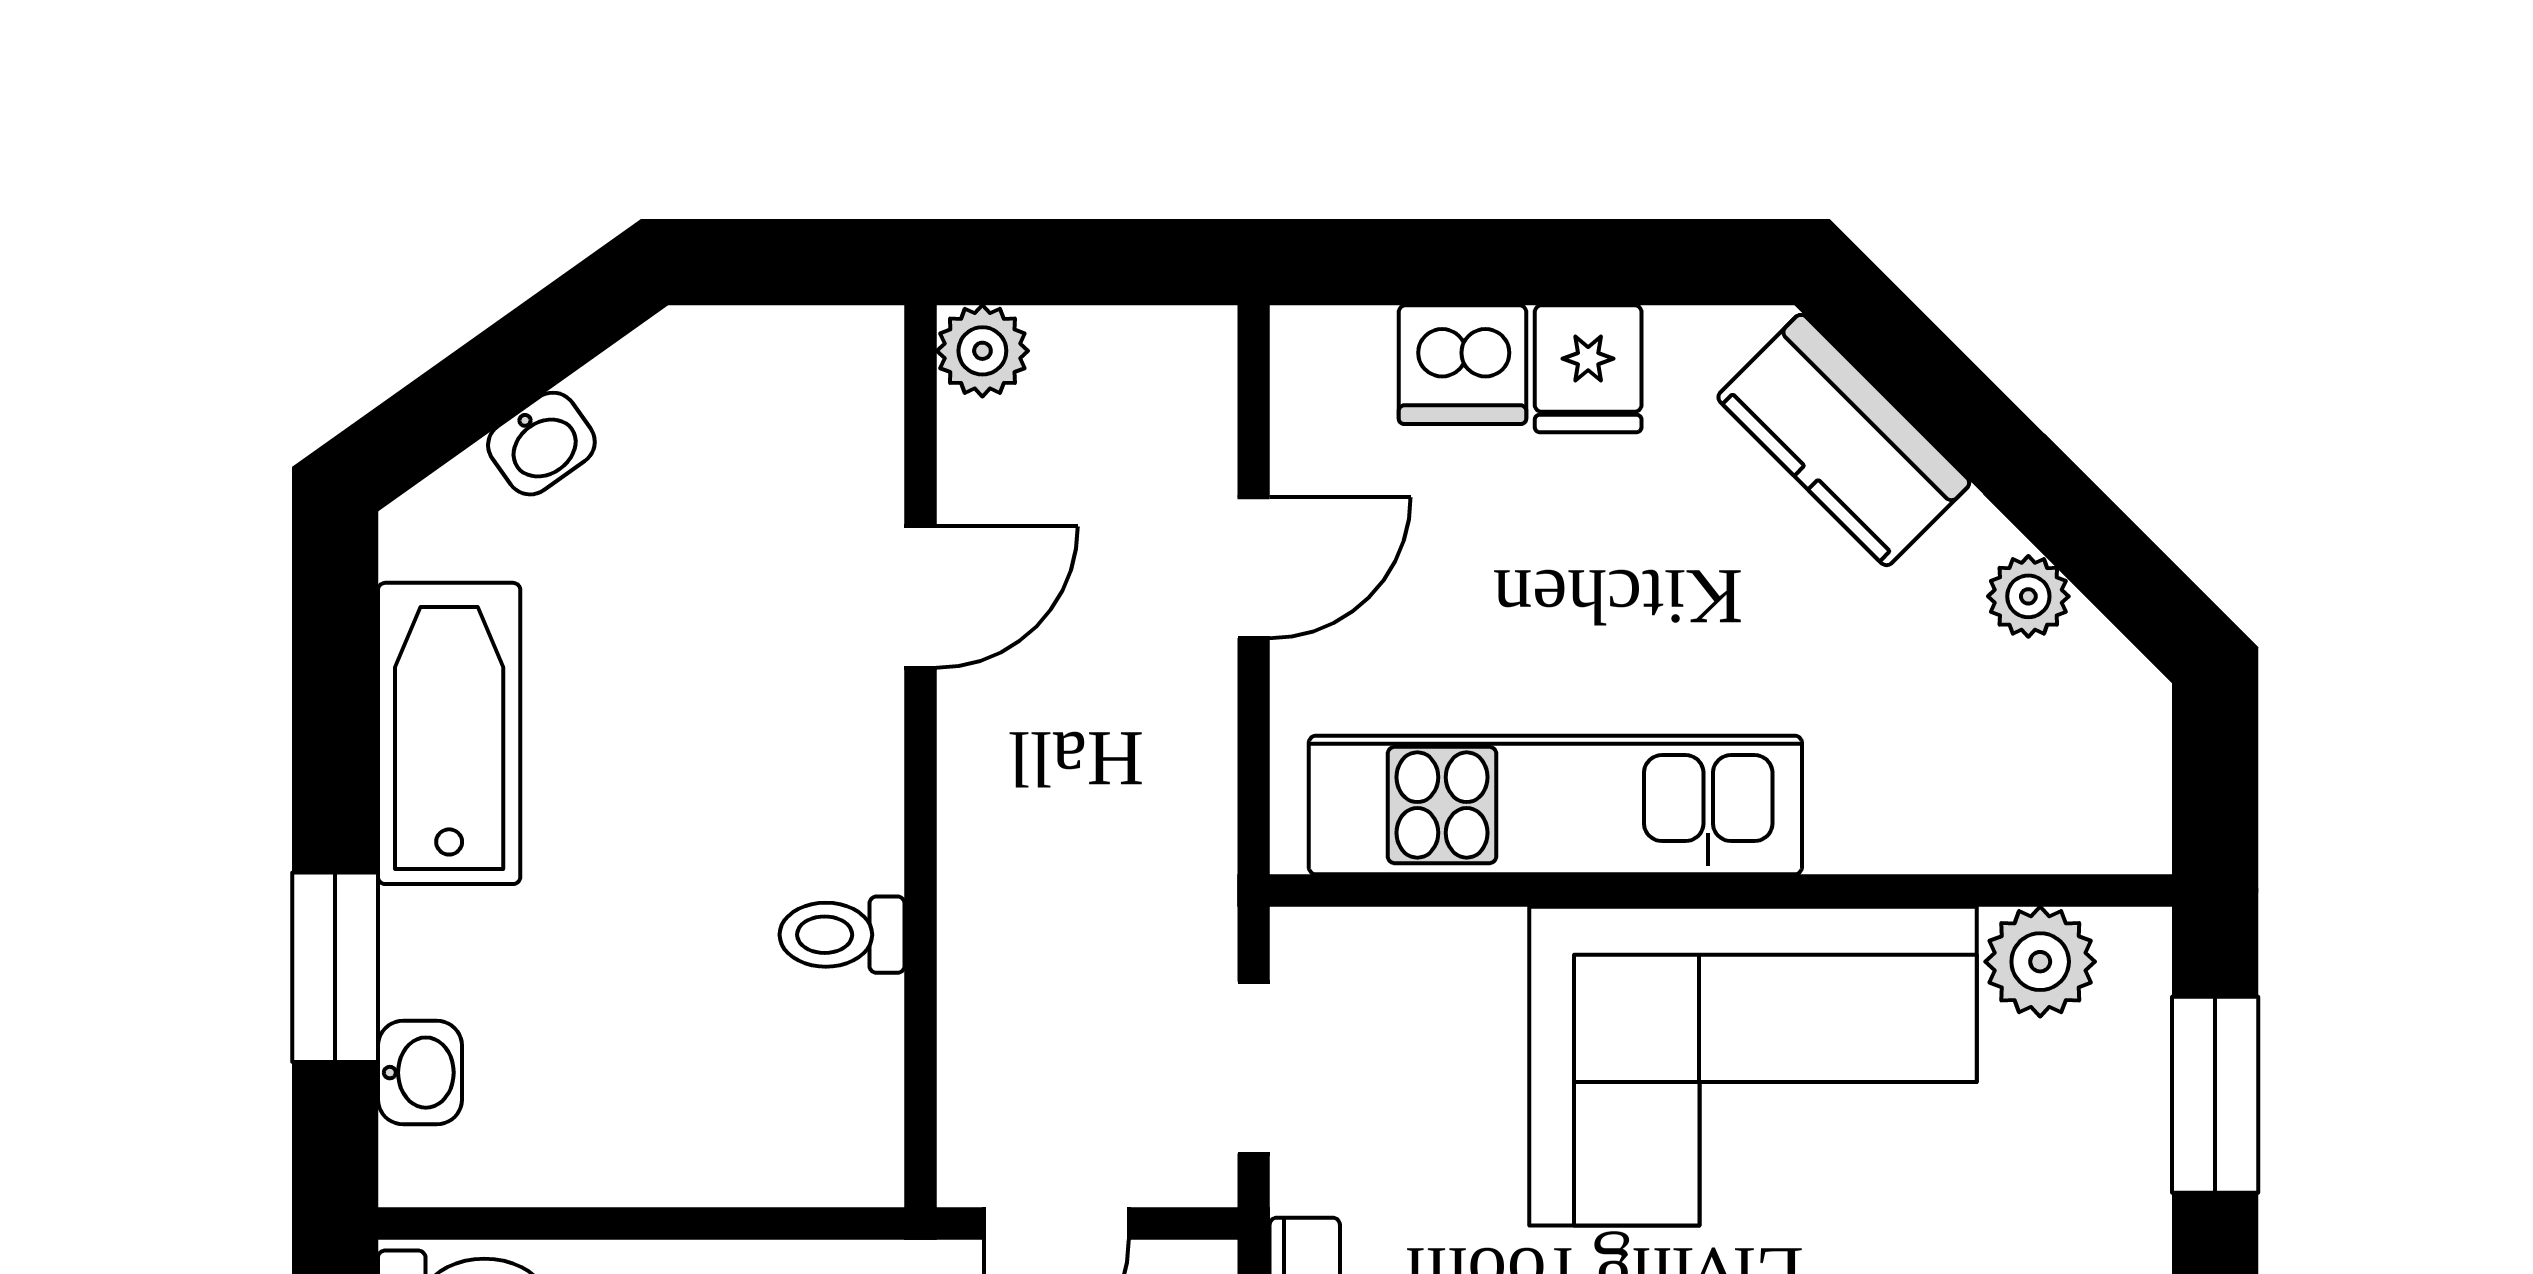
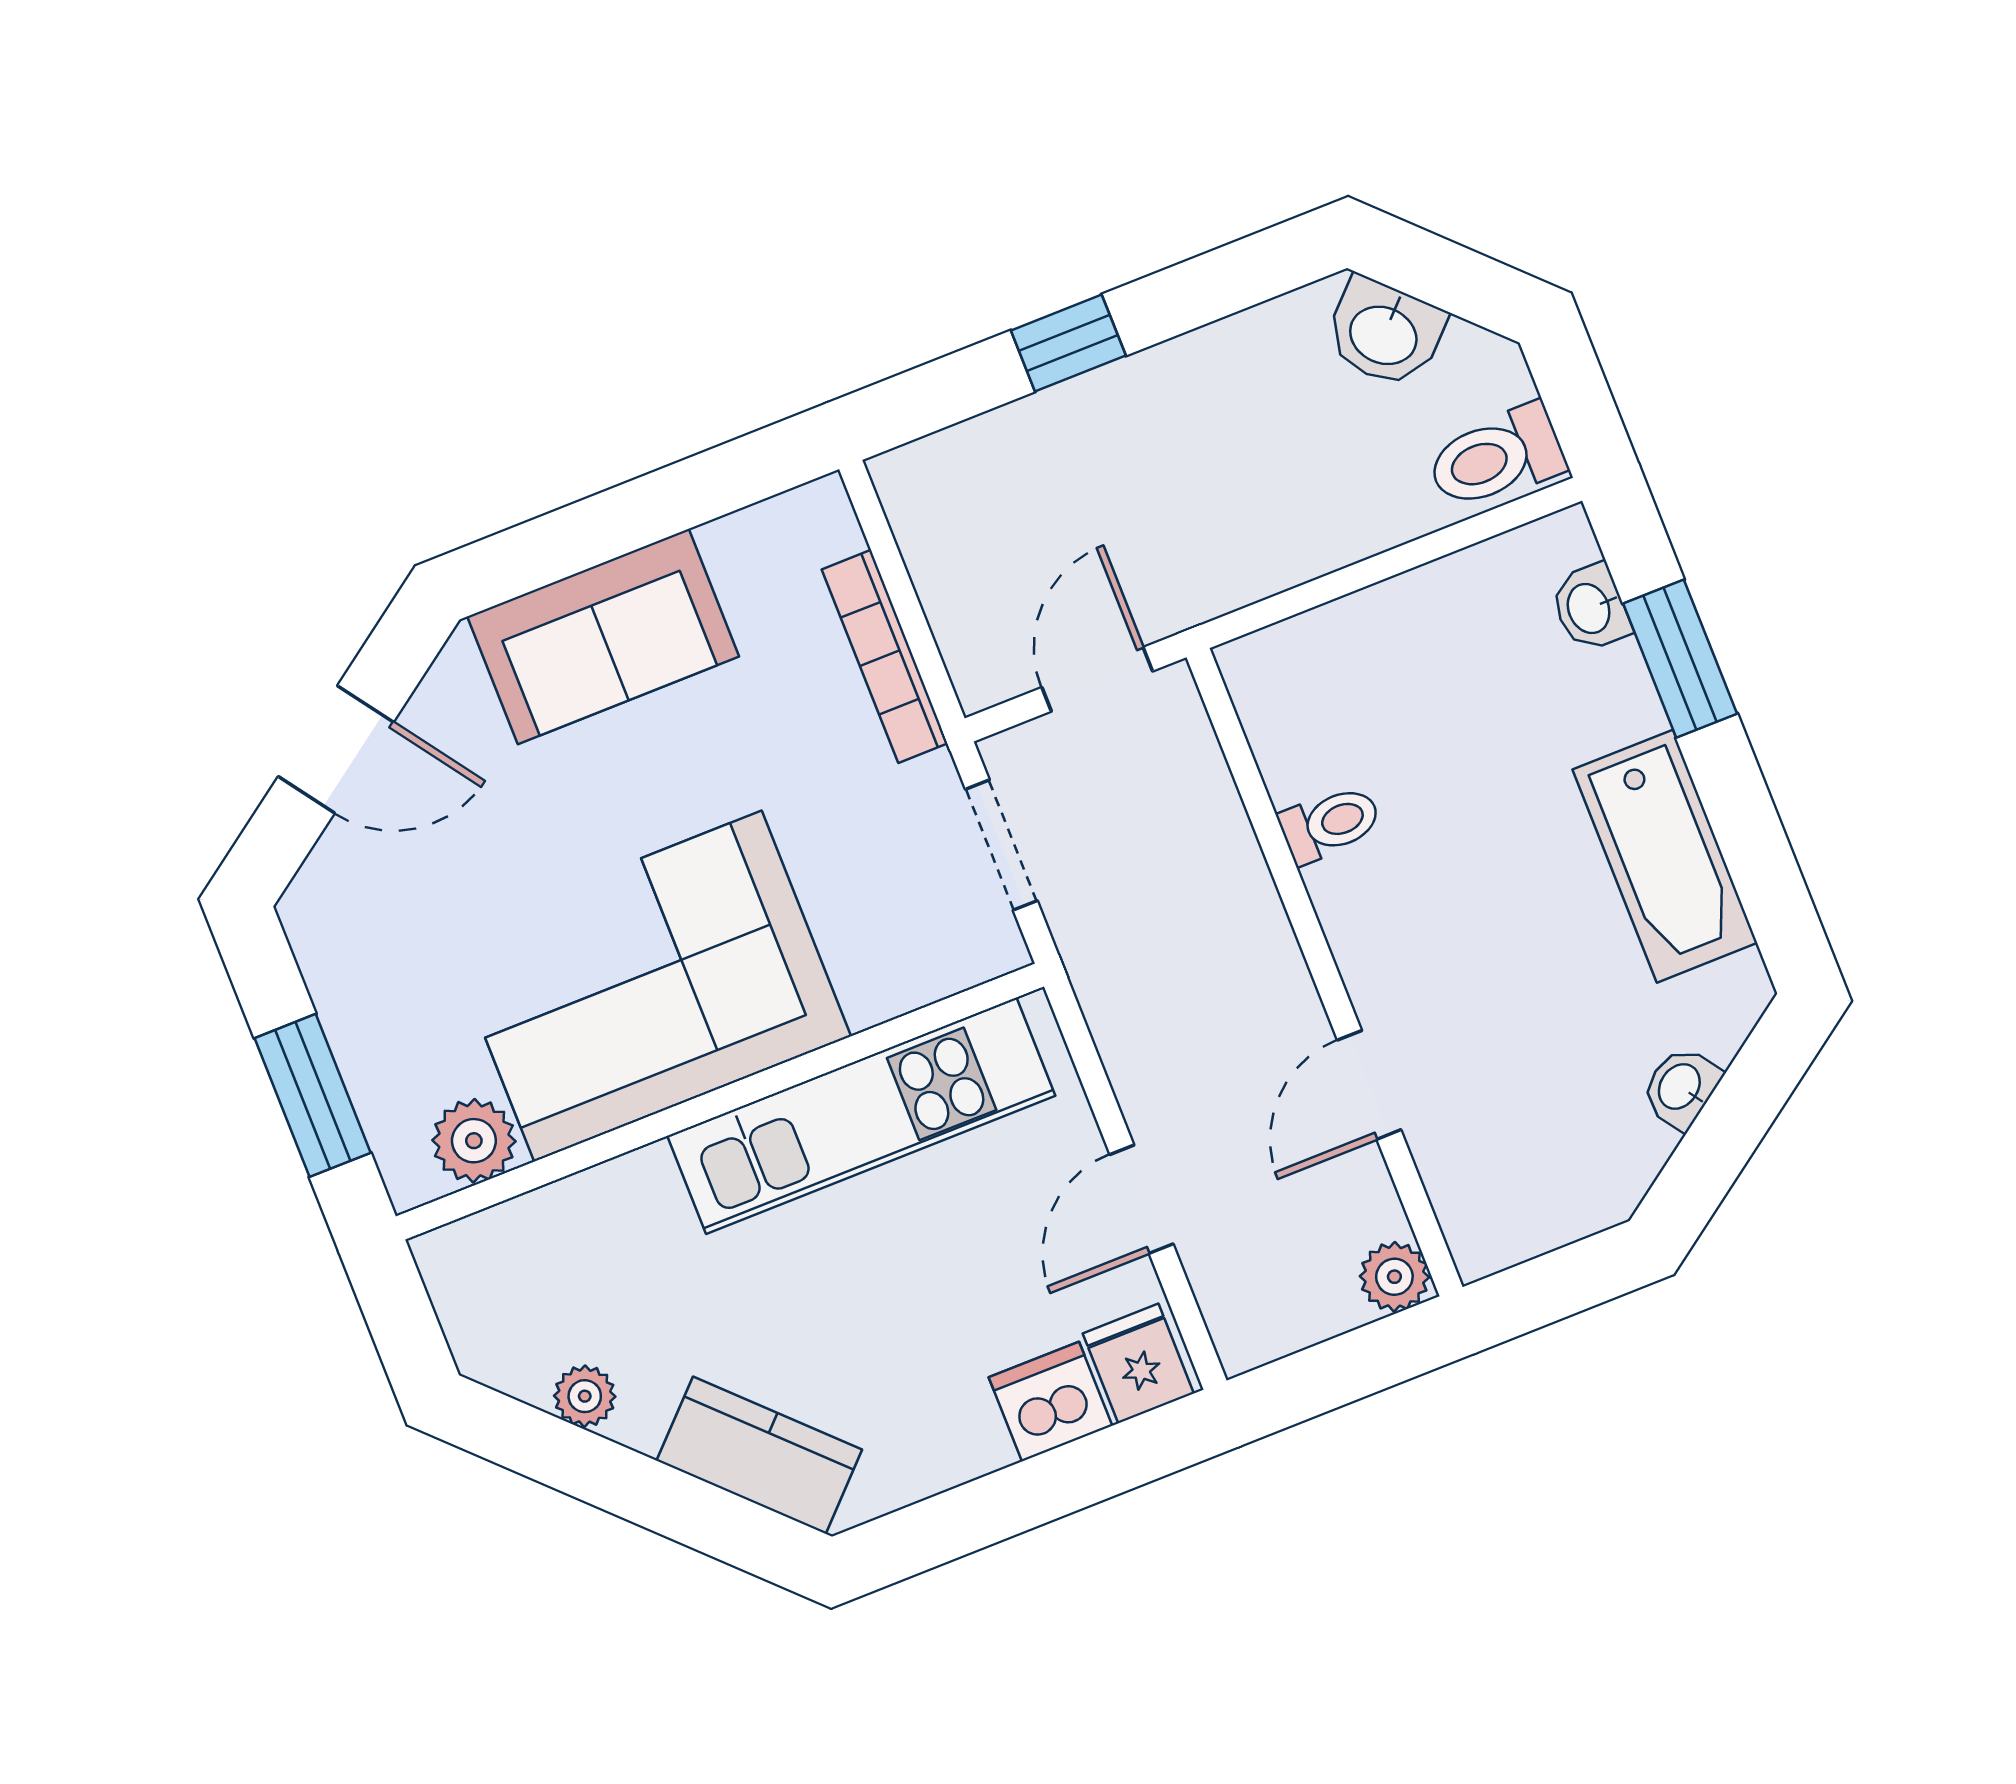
fridge: (1588, 369) -> (1138, 1363), moved

